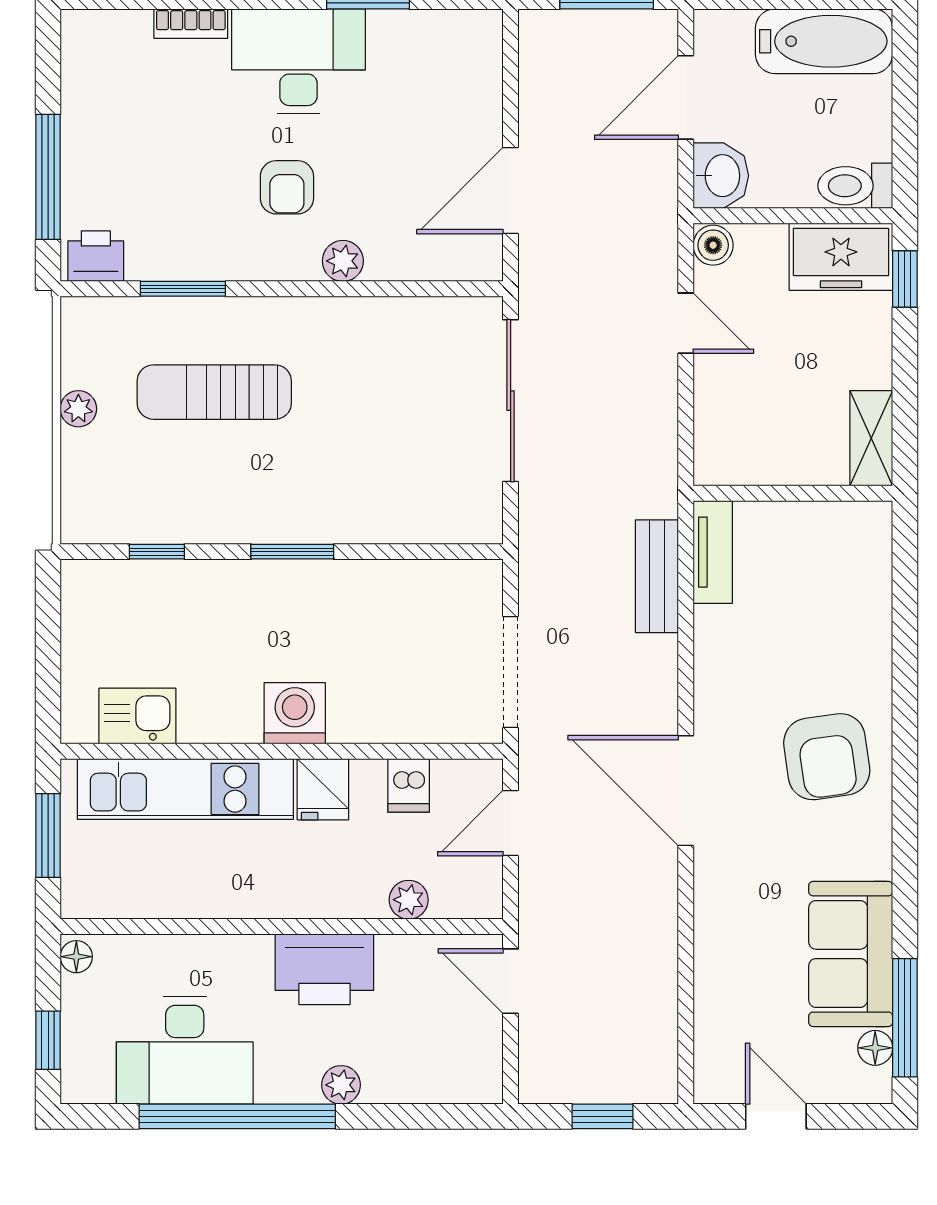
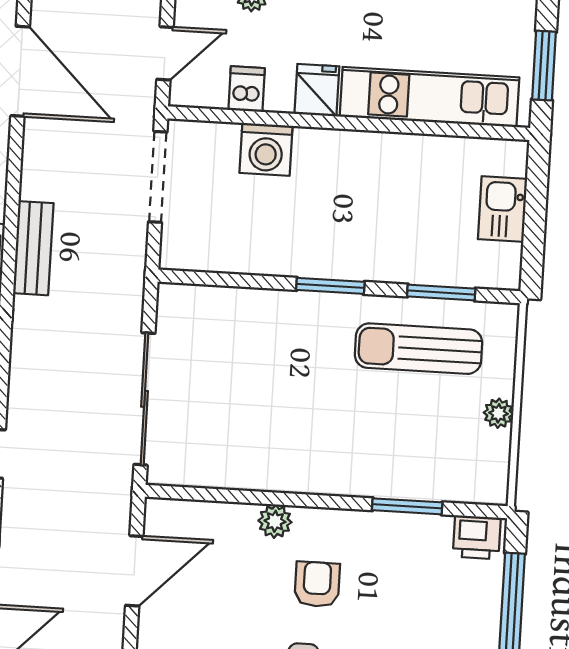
sun lounger: (214, 392) -> (419, 349), moved, turned 180
window: (157, 552) -> (441, 293), width x1.50
washing machine: (295, 713) -> (266, 149), moved
kitchen sink: (137, 716) -> (503, 209), moved, turned 90

